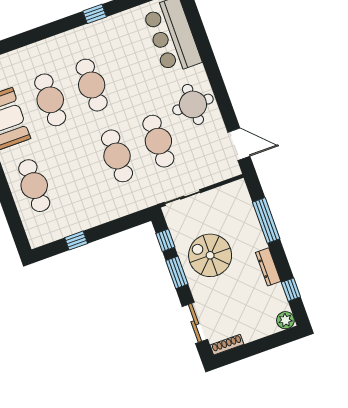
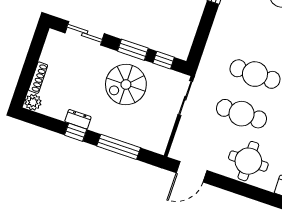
spiral stairs: (210, 255) -> (126, 85), turned 180
dresser: (268, 267) -> (78, 119), width x0.70
window: (291, 290) -> (76, 132), moved
shoe rack: (227, 345) -> (38, 78), moved

